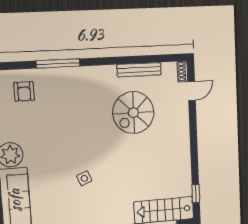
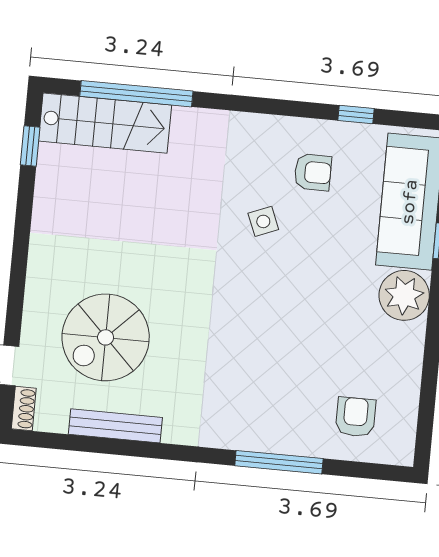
spiral stairs: (133, 113) -> (106, 337), moved, turned 180
armchair: (65, 206) -> (313, 172), added

